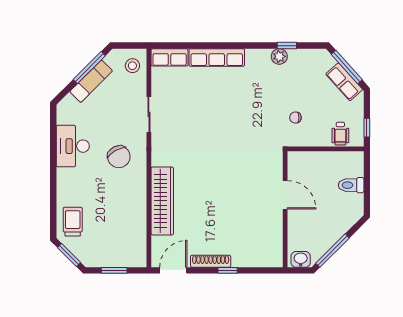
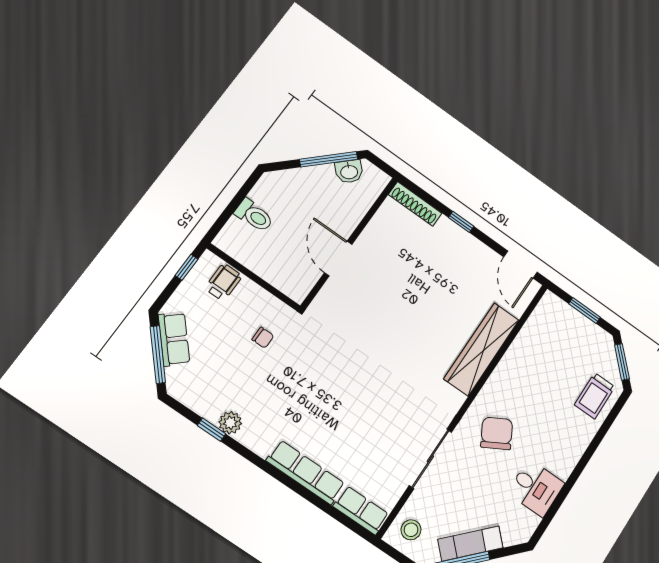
sliding door: (149, 114) -> (430, 459), width x1.37
desk: (73, 146) -> (536, 488), width x0.73
washbasin: (301, 259) -> (349, 172), moved, turned -45
shoe rack: (211, 261) -> (415, 204), moved
door: (173, 270) -> (520, 264), hinge flipped

